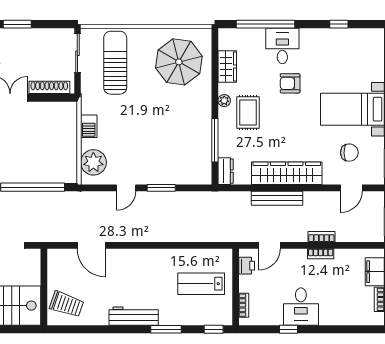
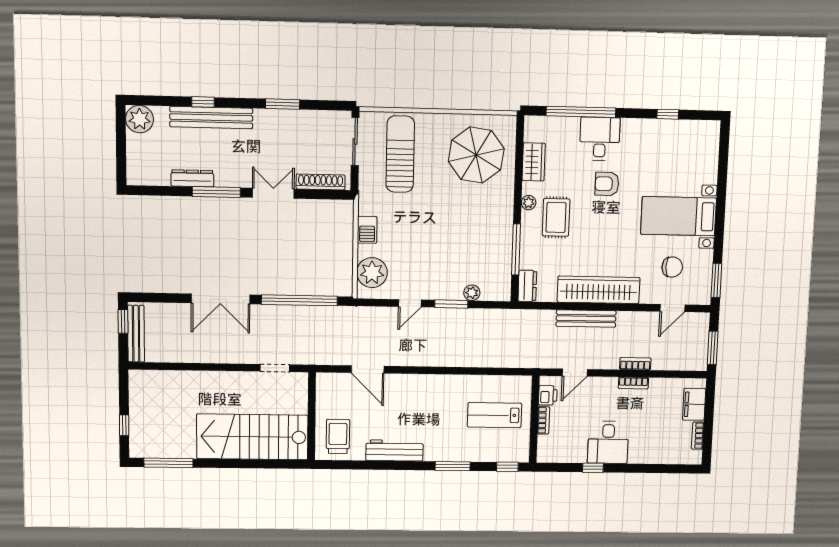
plant: (178, 178) -> (472, 293), added
trolley: (67, 304) -> (338, 436), turned -109
bookcase: (244, 305) -> (543, 420), moved
workbench: (134, 316) -> (394, 450), moved

